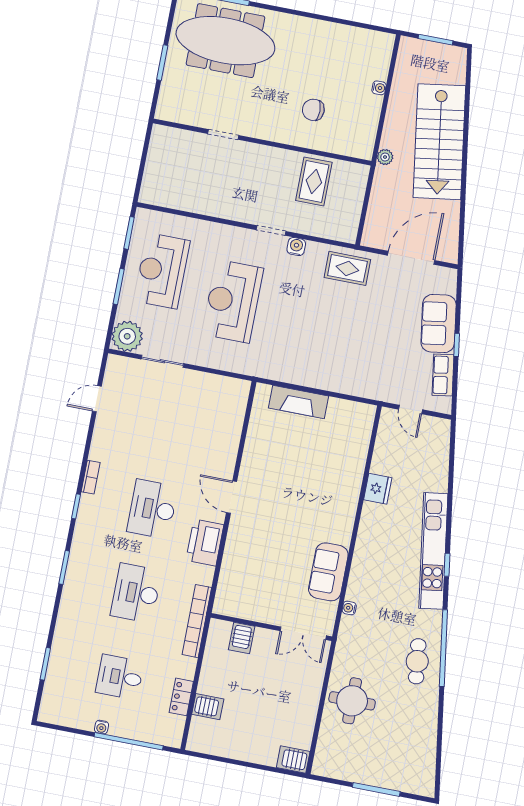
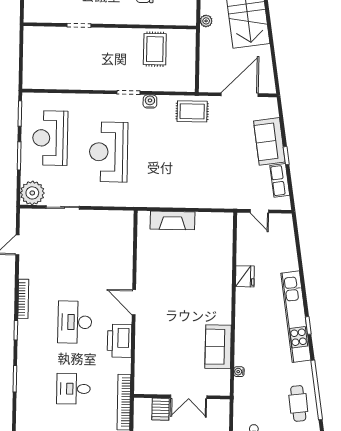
bookcase: (91, 477) -> (23, 299), width x1.56
desk: (136, 593) -> (73, 389), width x0.73
double door: (303, 633) -> (189, 397), moved

